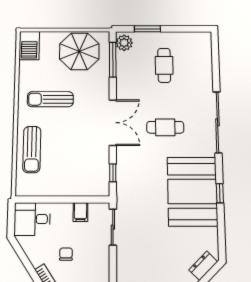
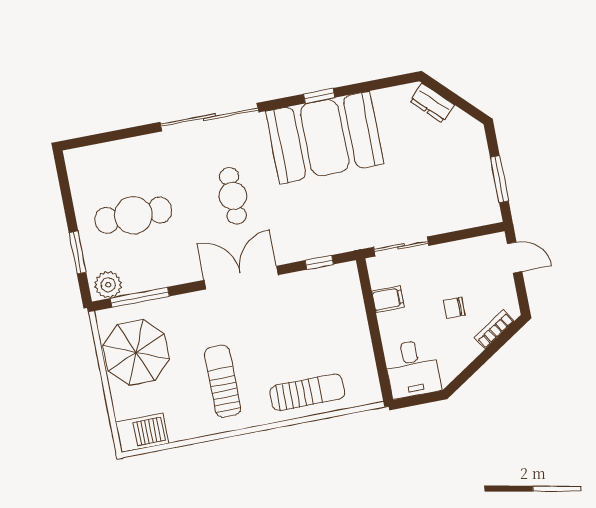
cafe table: (164, 65) -> (133, 215), width x1.37, depth x1.35
sun lounger: (50, 99) -> (223, 381), turned 180

